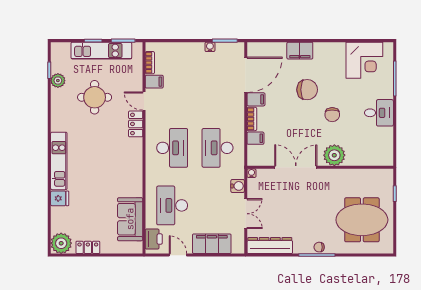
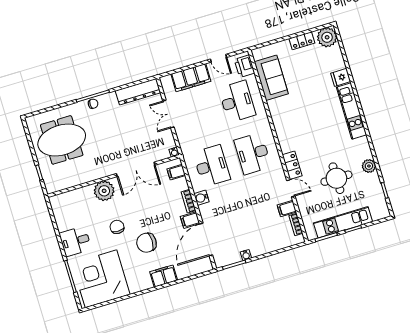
corner desk: (364, 60) -> (101, 279), width x1.36, depth x1.36
plant: (58, 81) -> (369, 166), moved
filing cabinet: (255, 138) -> (176, 172), moved
water cooler: (238, 186) -> (201, 198), moved

